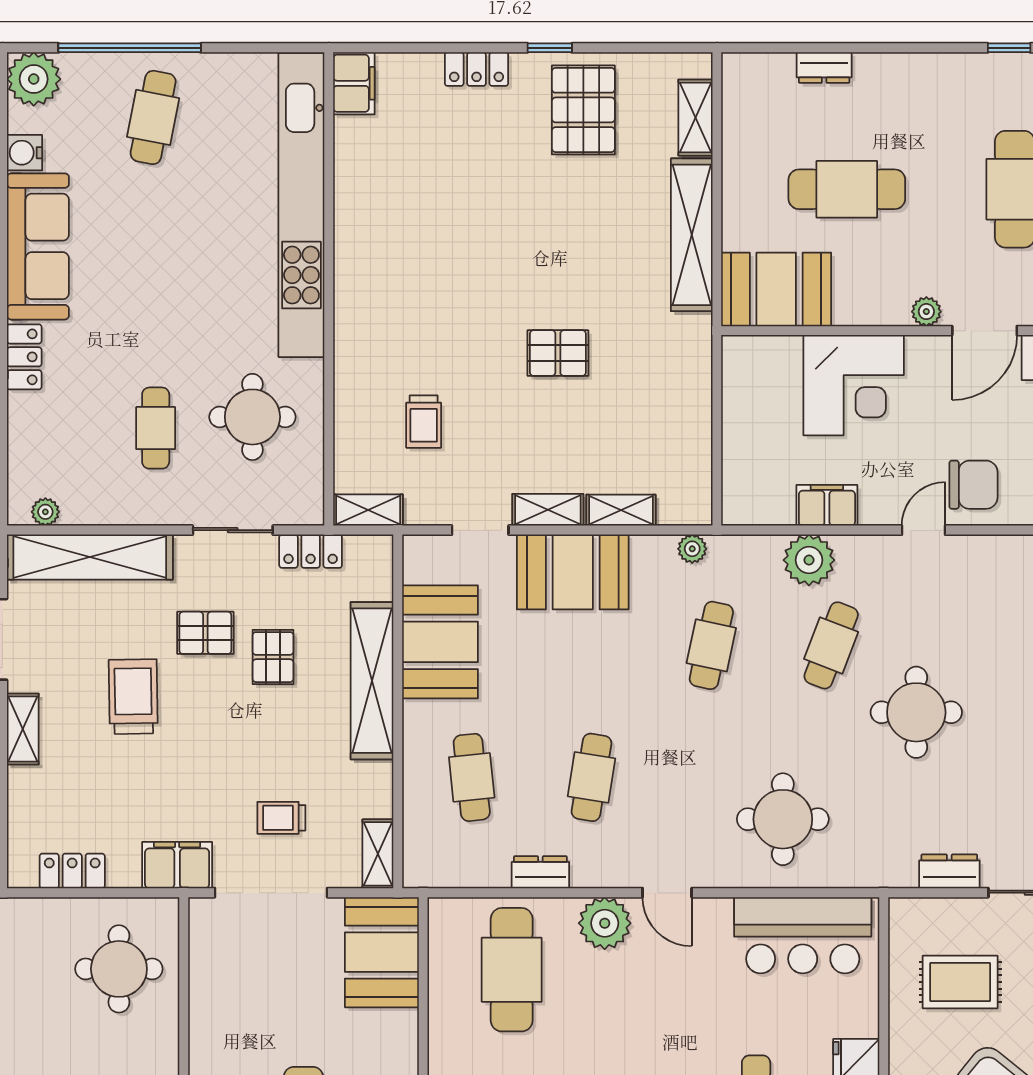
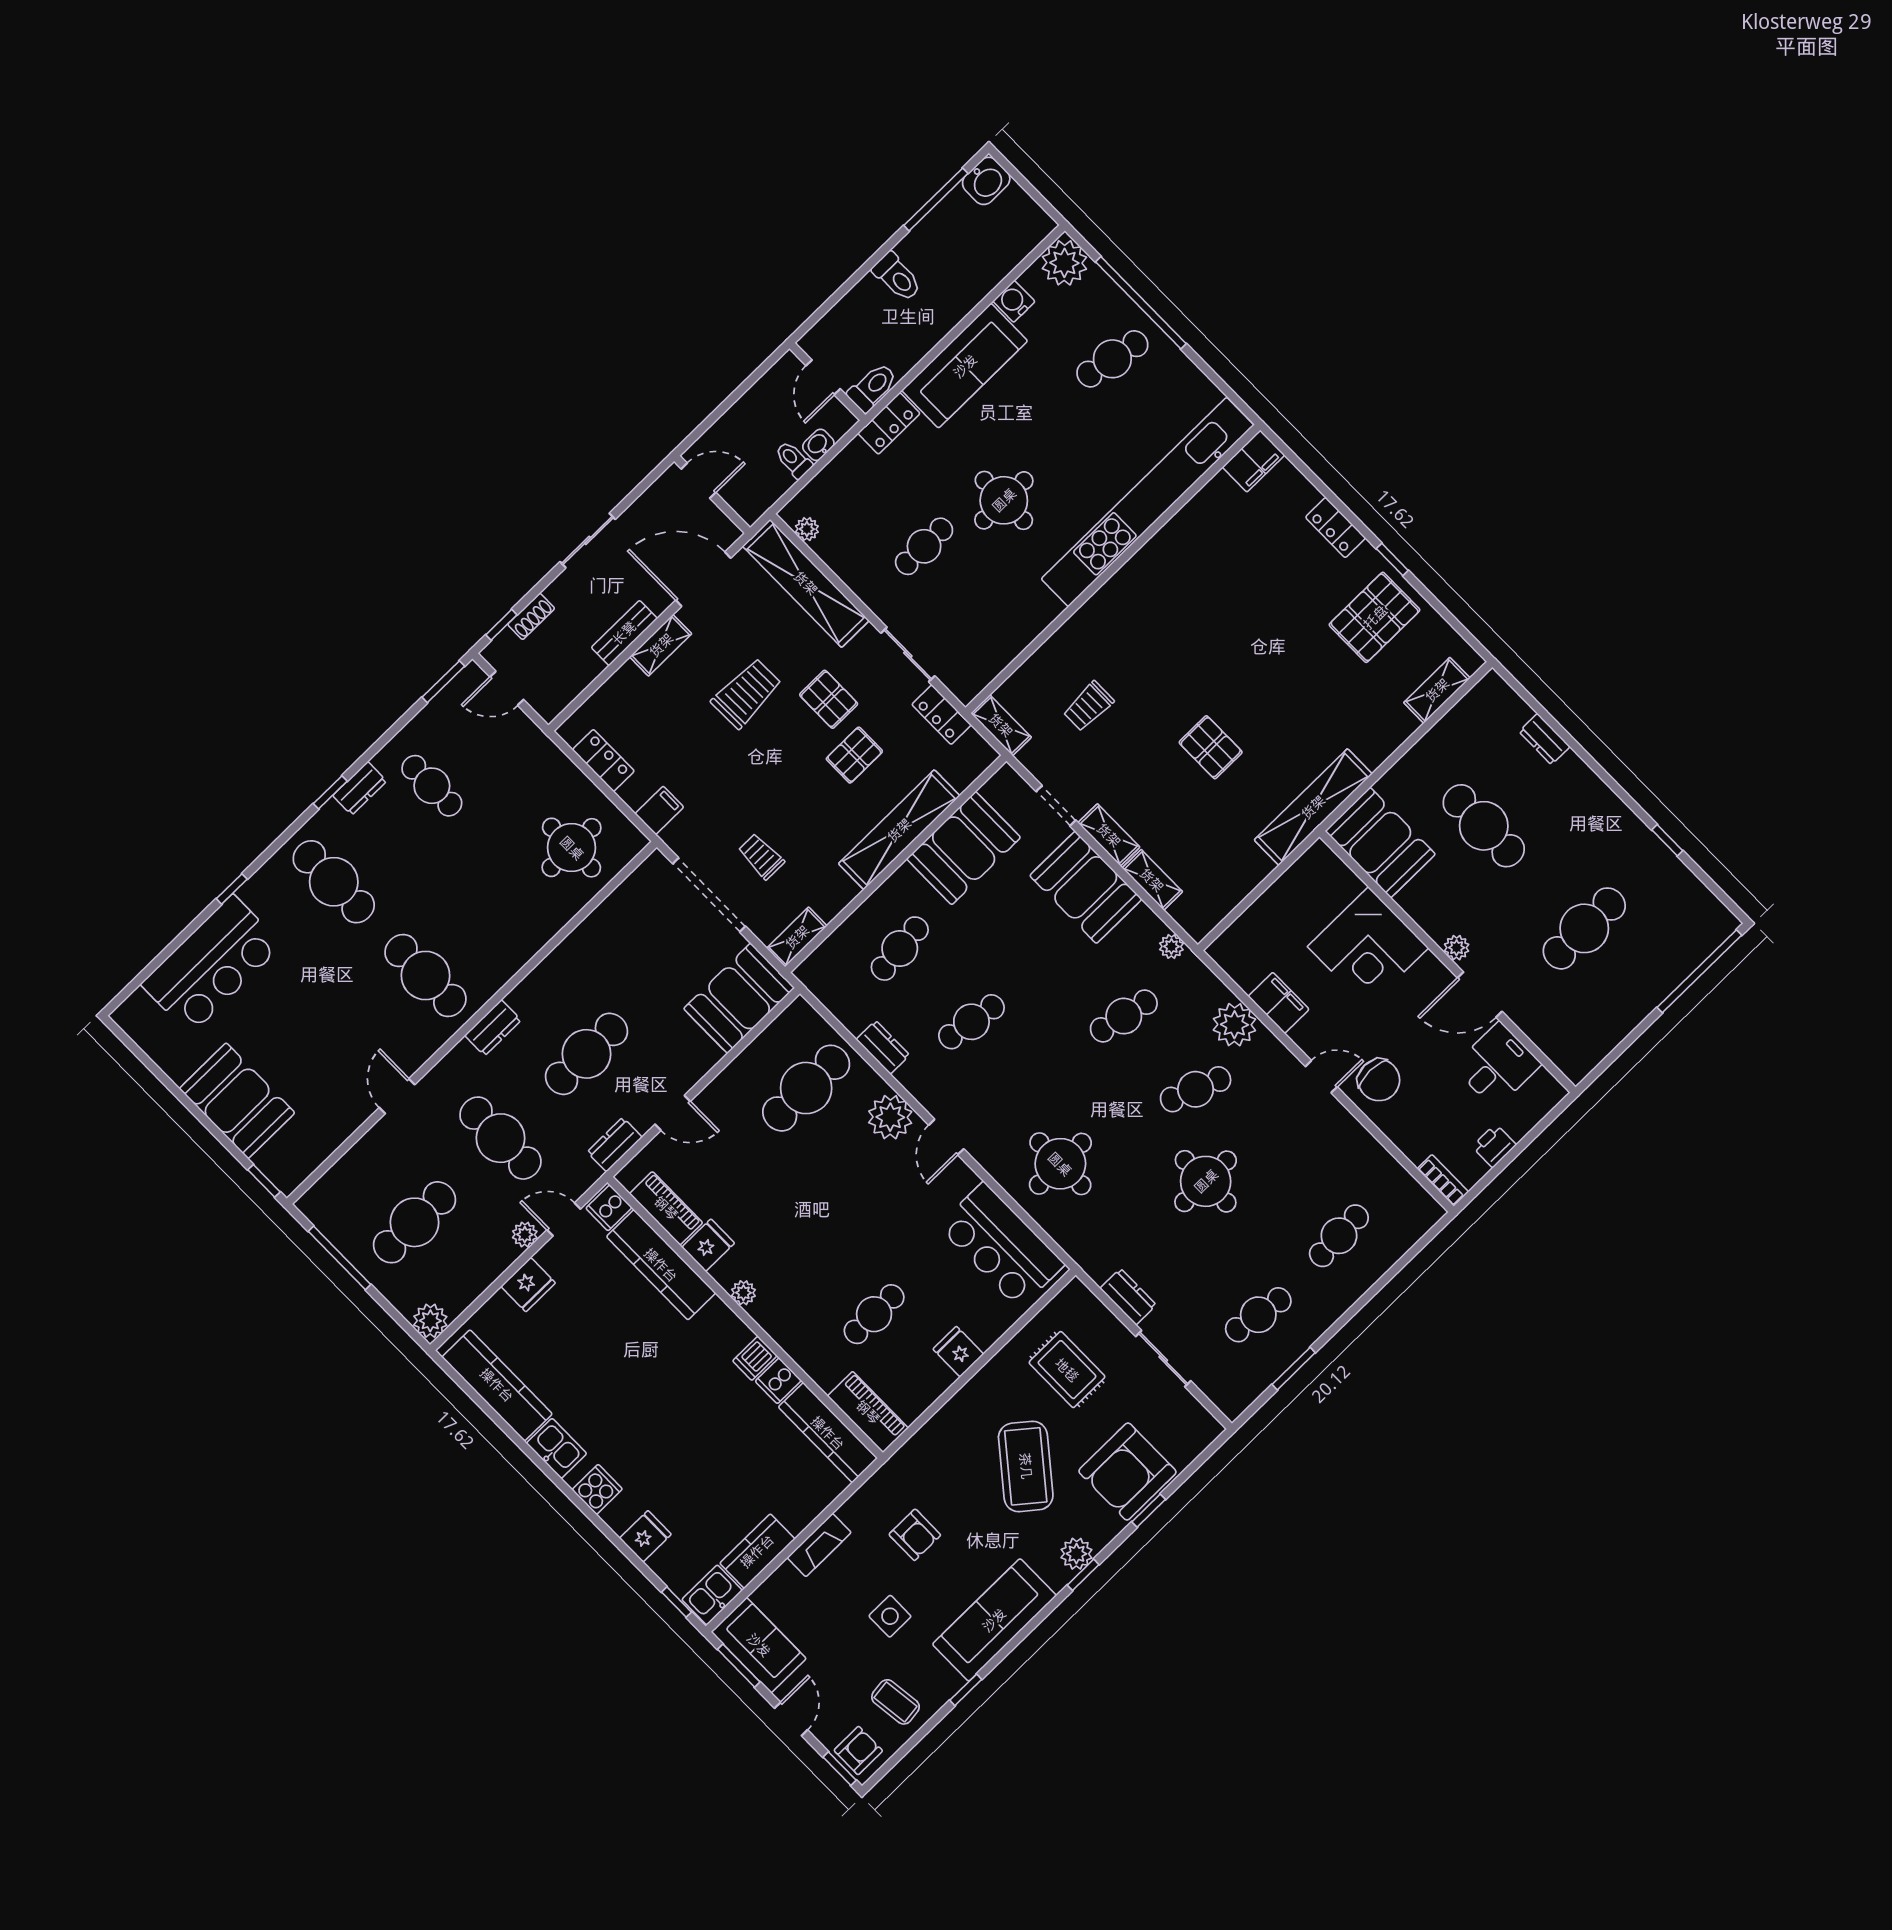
shelving: (692, 235) -> (1313, 807), moved
round table: (252, 417) -> (1004, 500), moved
filing cabinet: (177, 865) -> (659, 810), width x0.50

